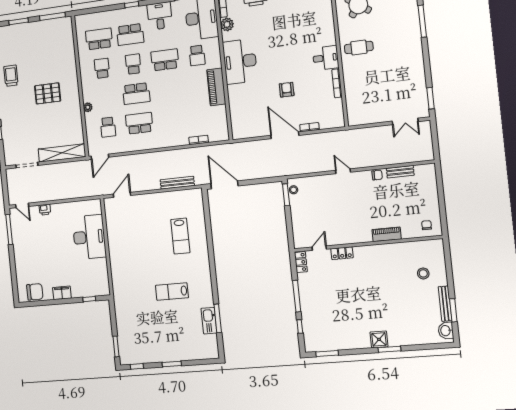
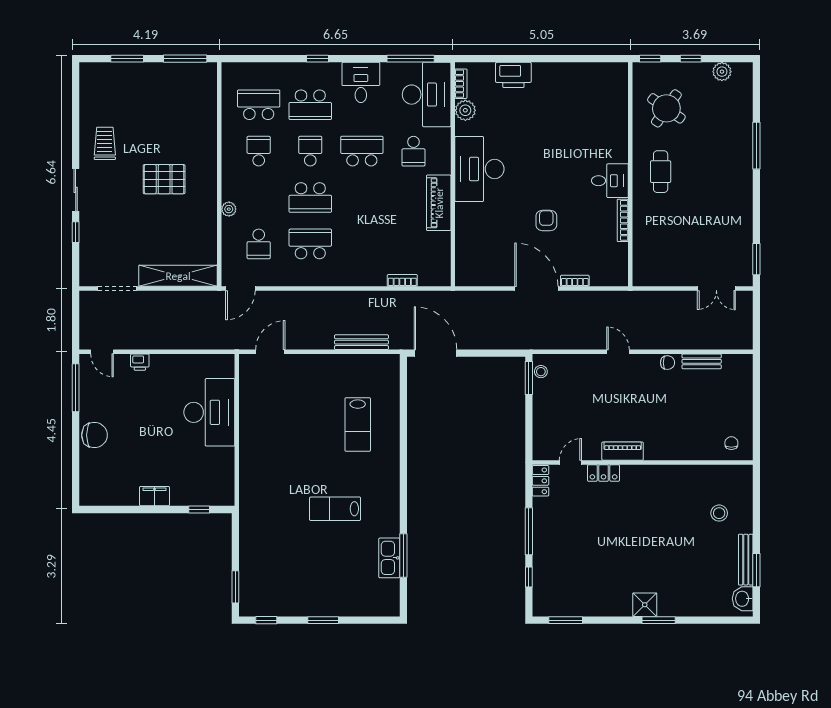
cafe table: (359, 47) -> (661, 172), turned 90
piano: (387, 234) -> (623, 451), moved
chair: (35, 292) -> (94, 435), moved

